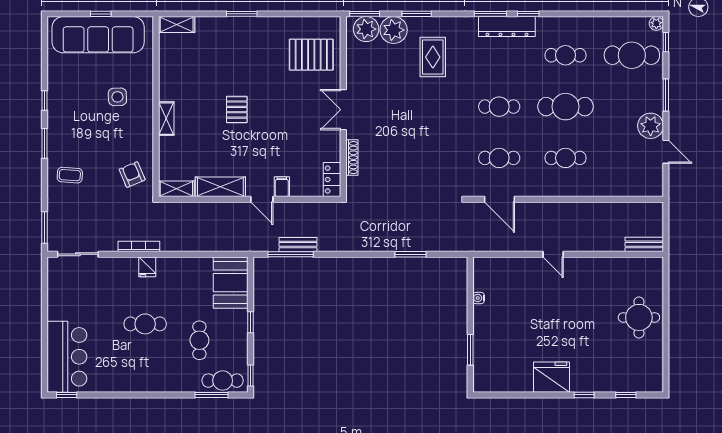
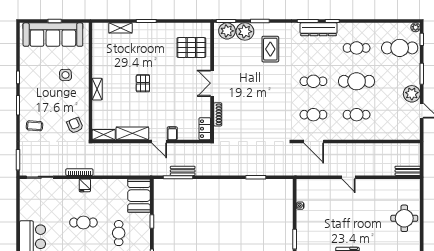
shelving: (177, 25) -> (120, 28), moved

